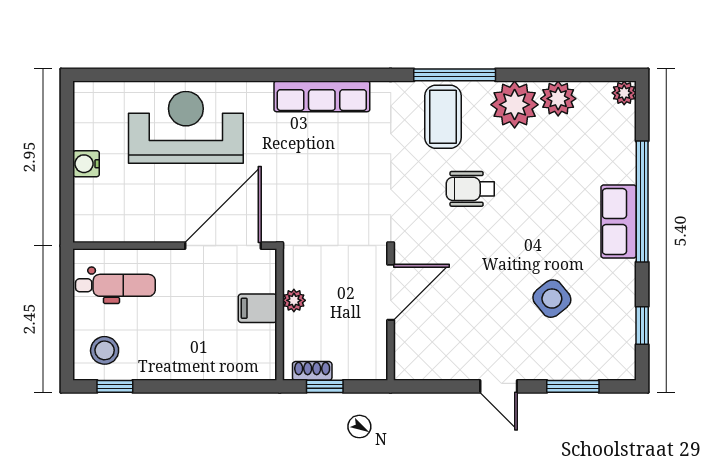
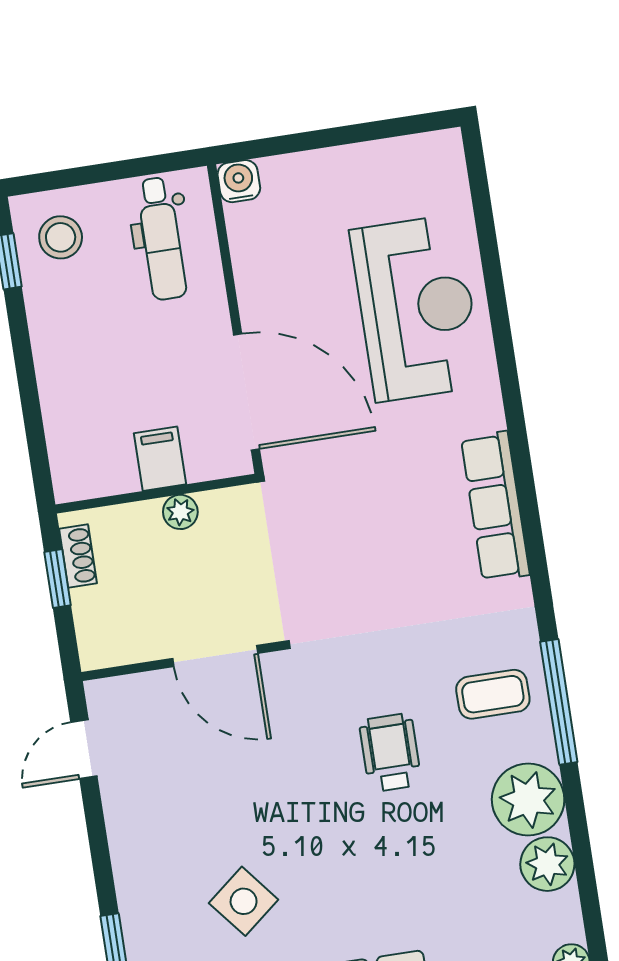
coffee table: (443, 117) -> (493, 694), width x0.73, depth x0.77
water cooler: (86, 164) -> (239, 181), moved
door: (499, 386) -> (84, 749), moved

